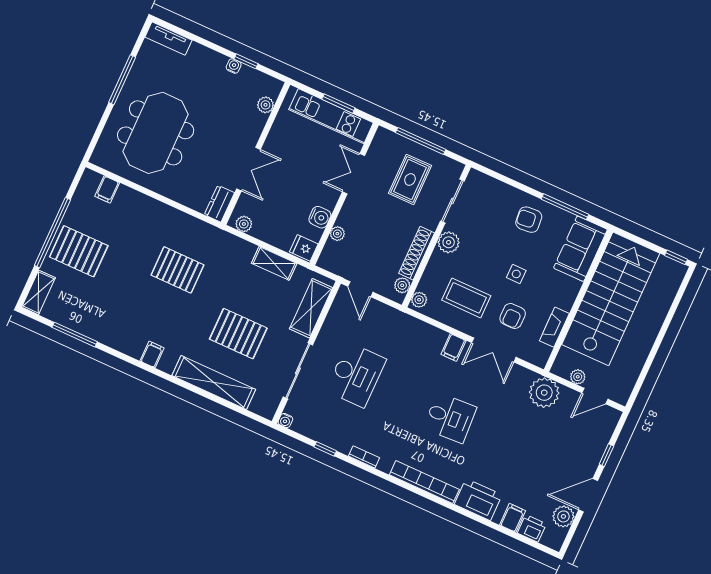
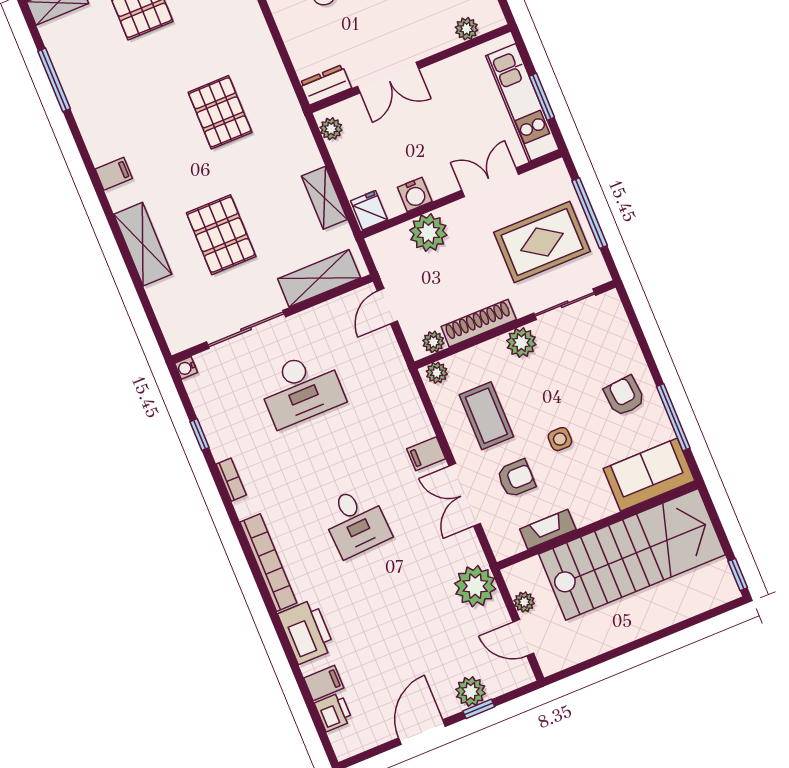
rug: (410, 179) -> (542, 242), width x1.36, depth x1.43
plant: (337, 234) -> (428, 233), width x1.88, depth x1.88
armchair: (513, 316) -> (516, 478), turned 180
shelving: (214, 382) -> (143, 244), width x0.68
door: (588, 495) -> (422, 732), hinge flipped
plant: (563, 516) -> (471, 692), moved

